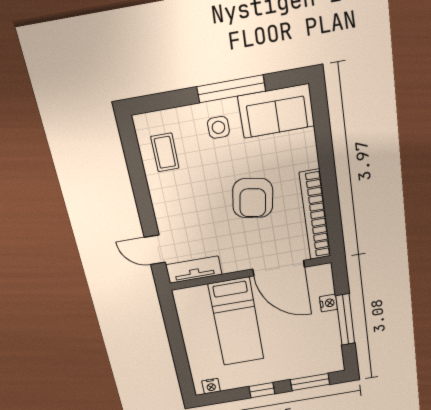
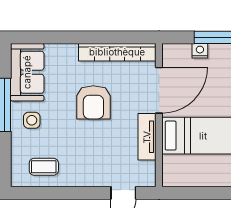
armchair: (253, 198) -> (93, 102), turned 81
tv unit: (194, 270) -> (147, 137), moved

